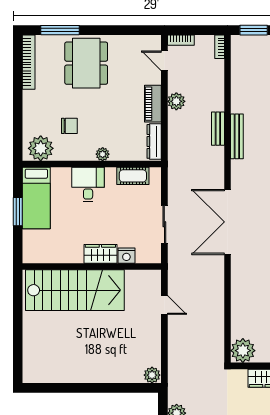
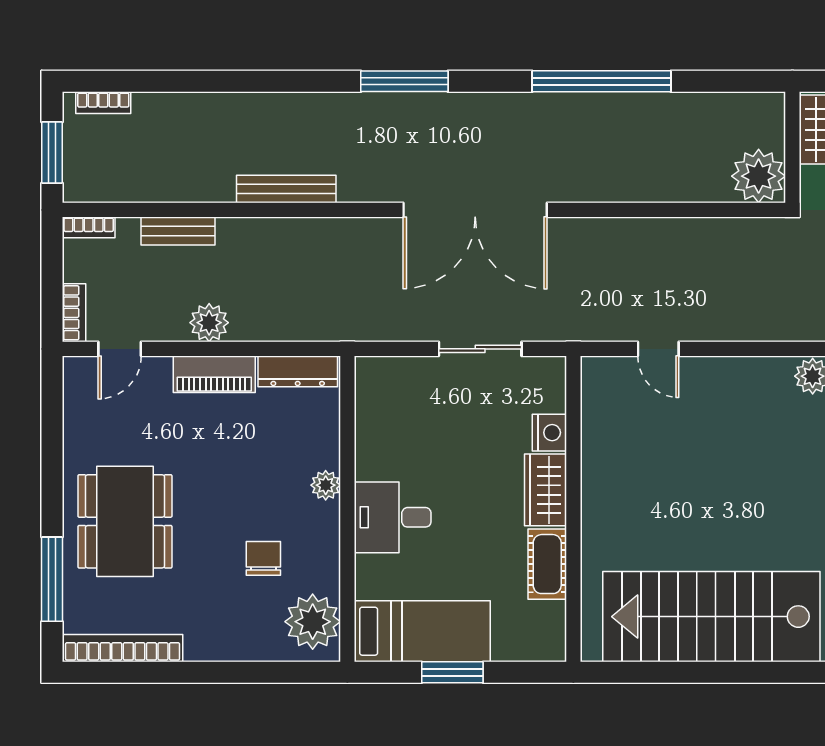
dining table: (86, 63) -> (125, 521), turned 90
bench: (218, 129) -> (178, 231), moved
cot: (133, 176) -> (547, 564), moved
stairs: (75, 290) -> (711, 617), moved, turned -90
door: (164, 305) -> (658, 349), swing flipped

